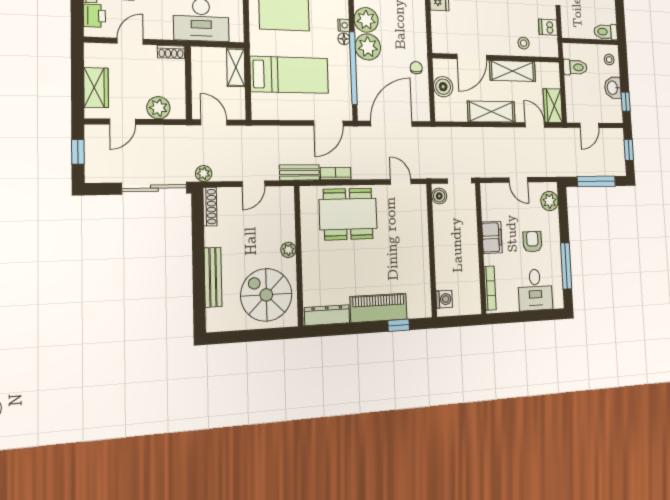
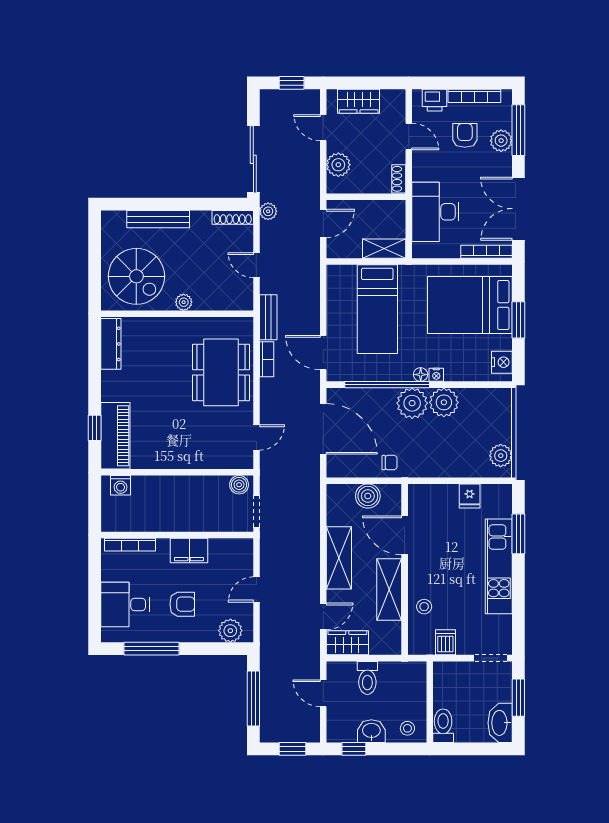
toilet: (575, 67) -> (367, 678), moved
spiral stairs: (266, 295) -> (136, 276), turned 90
piano: (379, 308) -> (115, 436), moved

